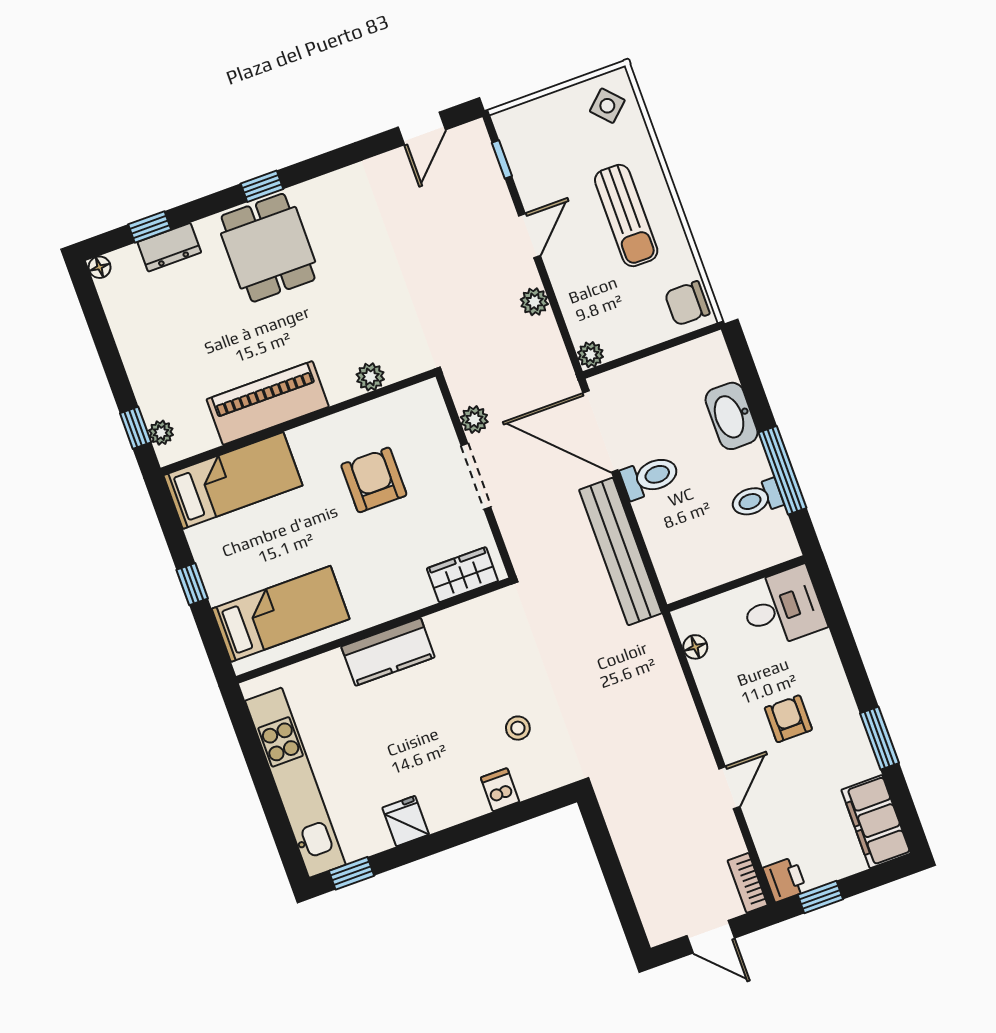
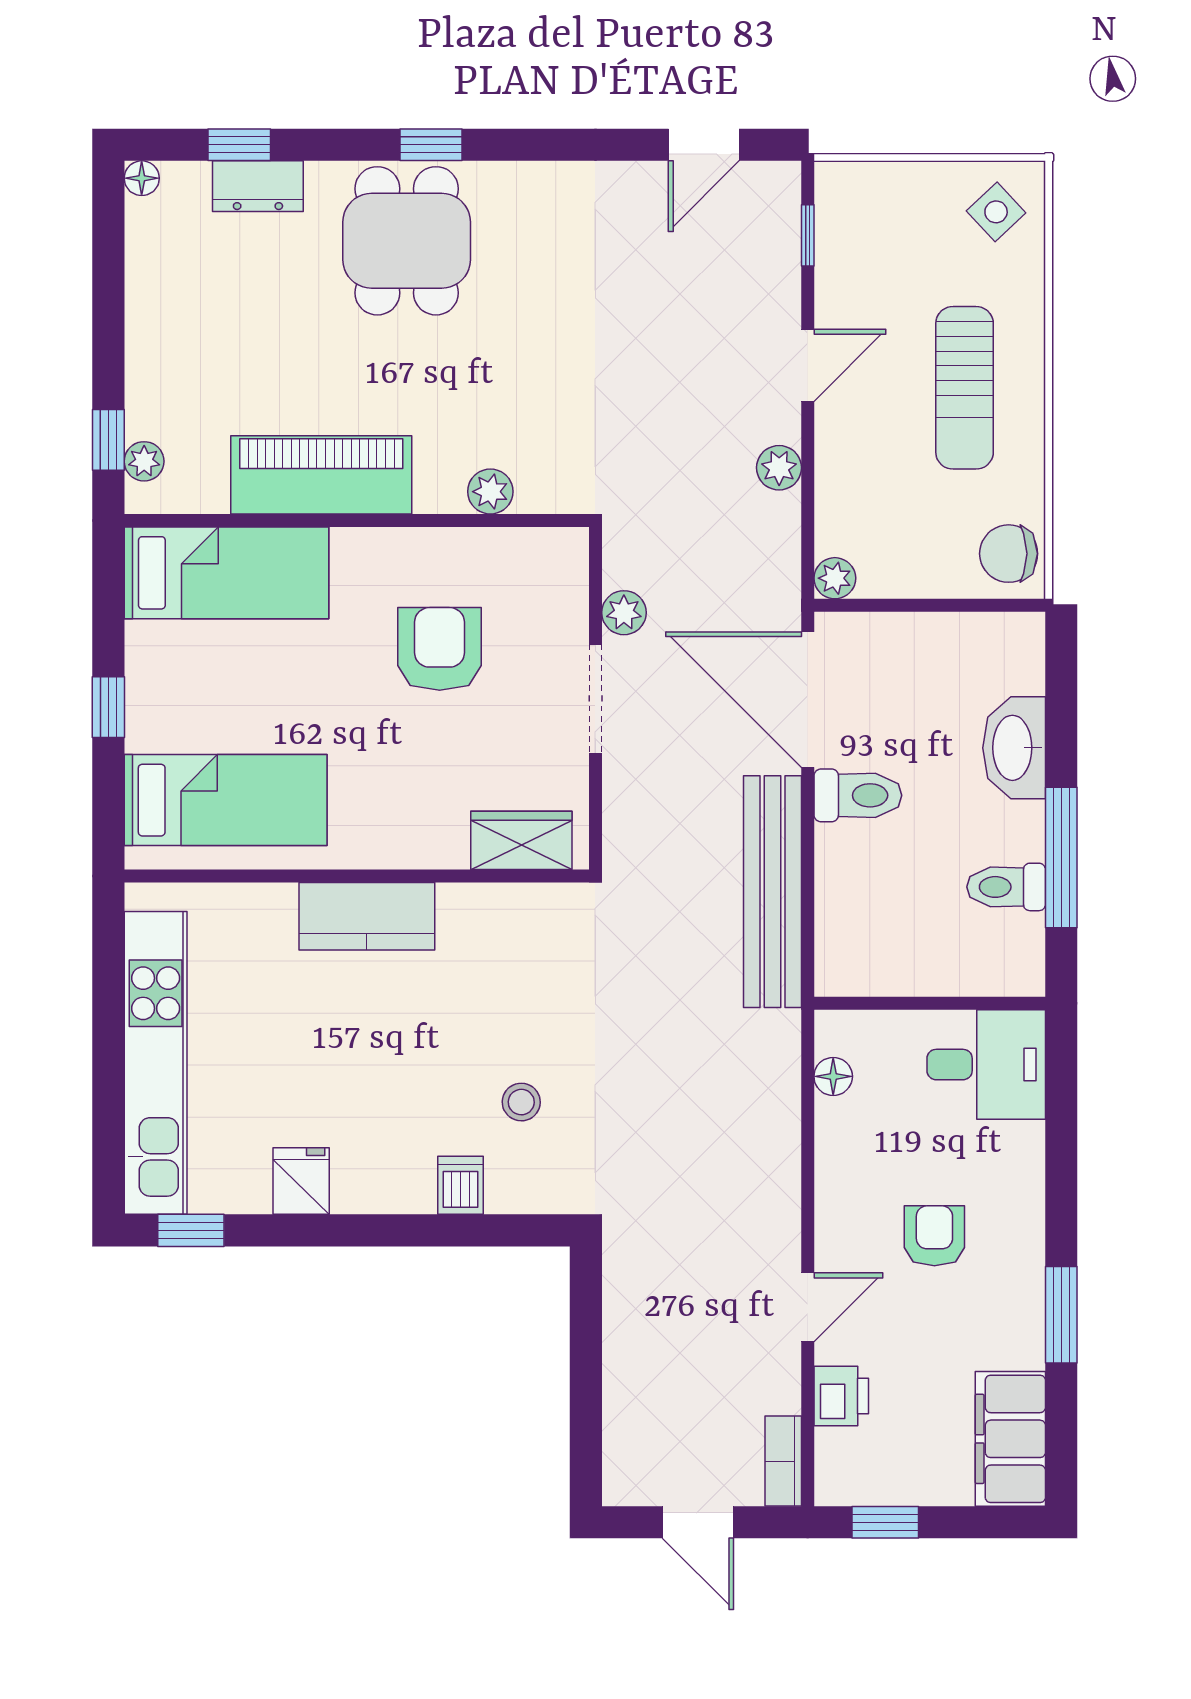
printer: (785, 879) -> (841, 1396), moved

